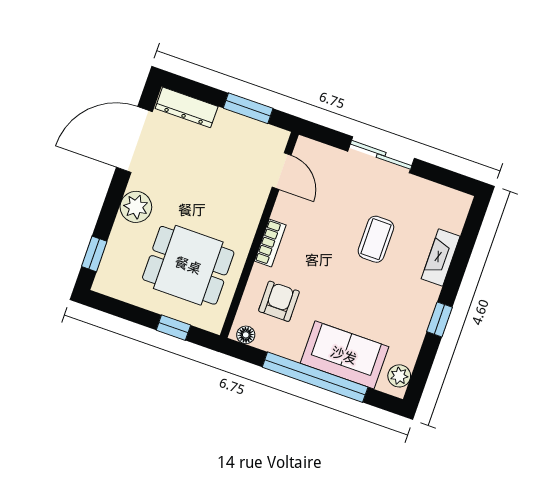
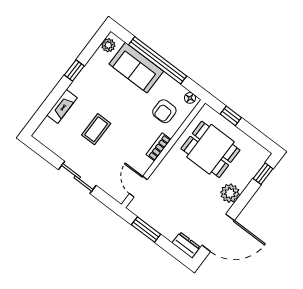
dresser: (187, 107) -> (186, 245), width x0.70

